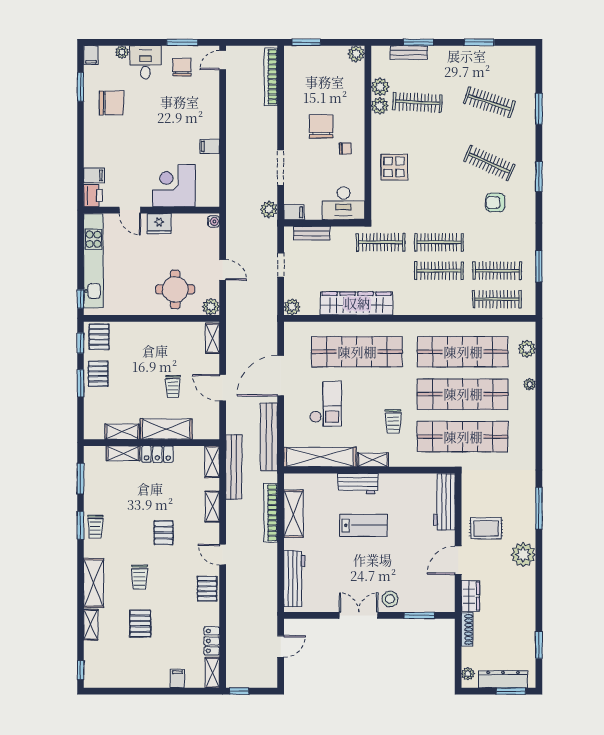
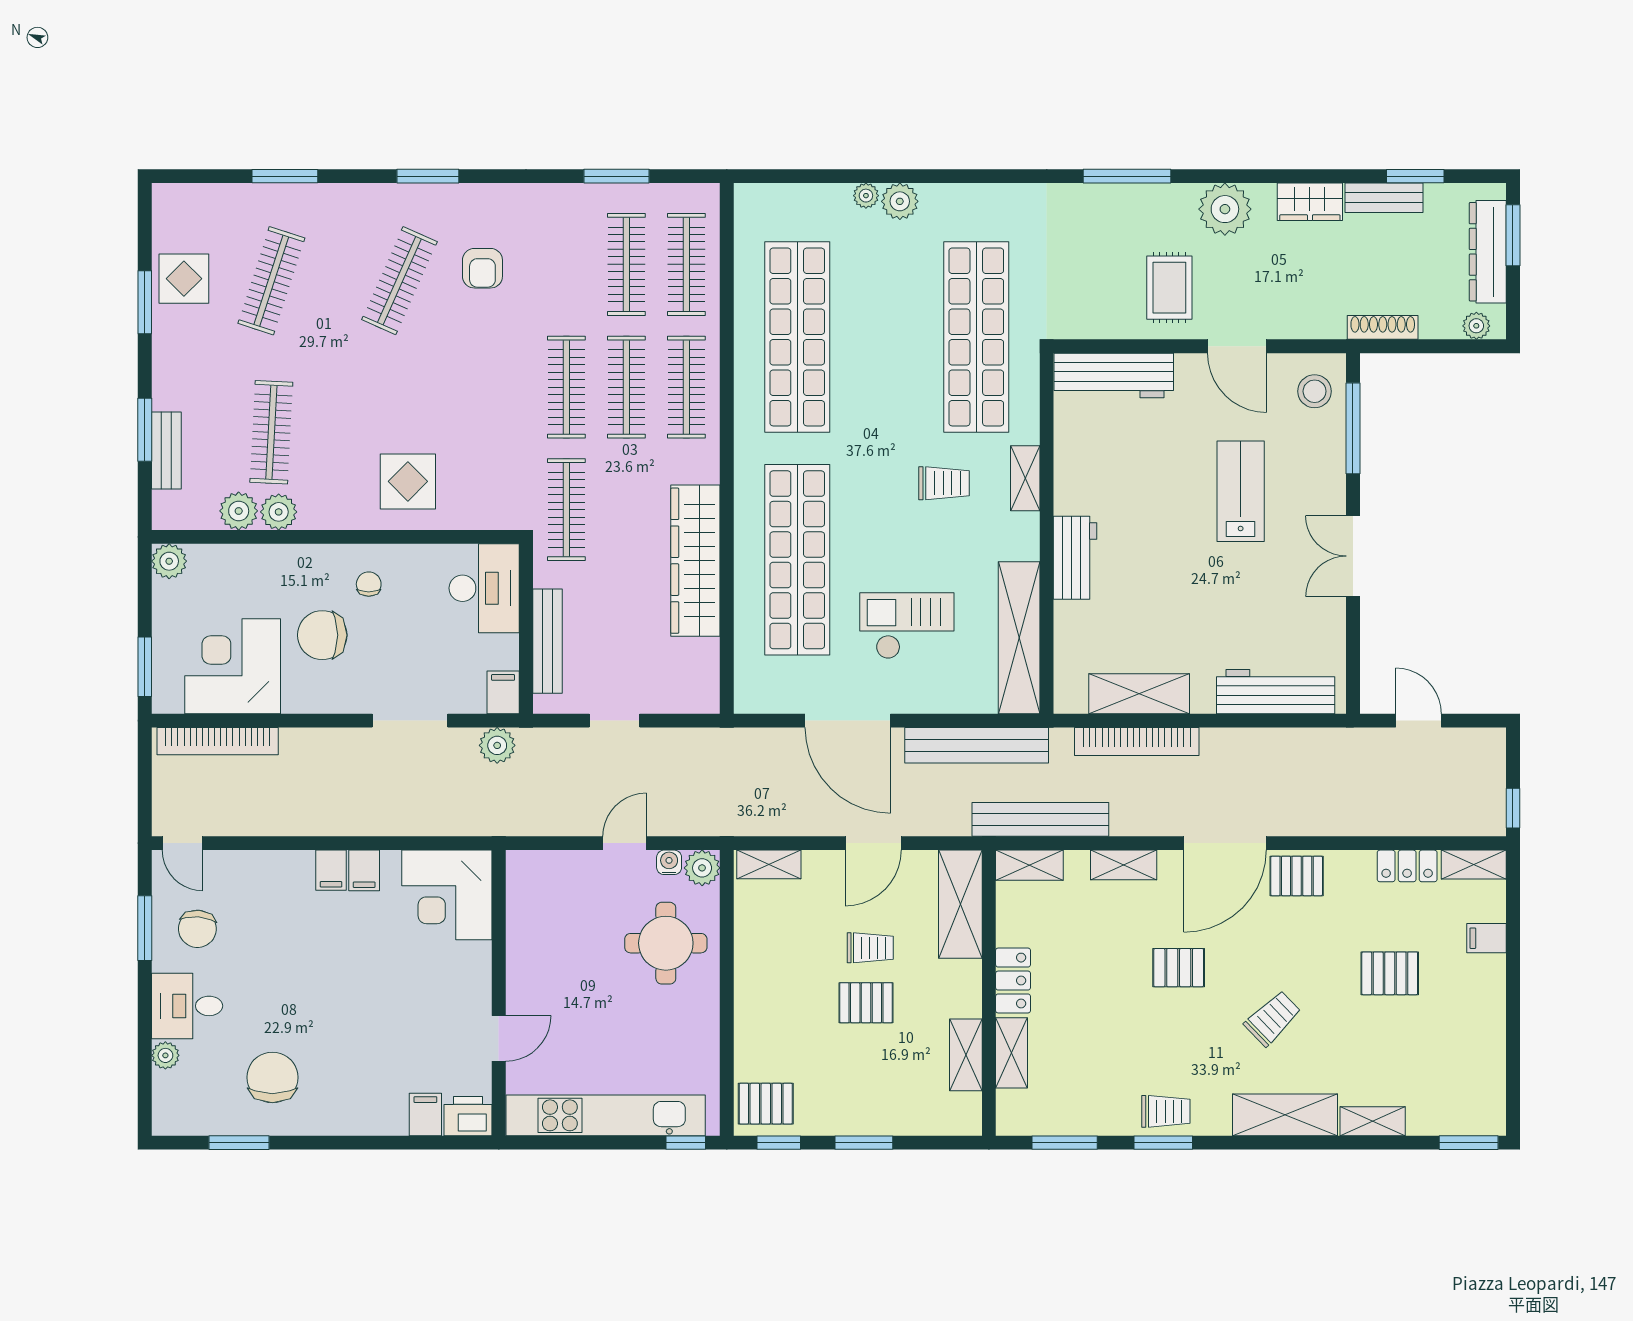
filing cabinet: (91, 55) -> (331, 870), moved, turned 90
display table: (490, 61) -> (184, 279), added
chair: (182, 67) -> (197, 929), turned -85
corner desk: (306, 84) -> (233, 666), added
corner desk: (174, 186) -> (447, 895), moved
water cooler: (213, 221) -> (669, 862), moved
fridge: (159, 224) -> (527, 977), removed
bench: (312, 233) -> (547, 641), width x1.36
clothes rail: (439, 299) -> (686, 387), added
plant: (292, 307) -> (703, 696), removed
plant: (527, 349) -> (900, 201), moved
pallet: (98, 374) -> (866, 1003), moved
shop shelf: (463, 394) -> (887, 337), removed
shelving: (166, 429) -> (960, 904), moved
shelving: (373, 460) -> (1025, 478), moved
lab bench: (364, 525) -> (1241, 491), moved
door: (223, 555) -> (1225, 843), width x1.87
trolley: (139, 577) -> (1273, 1018), turned -44
wardrobe: (470, 596) -> (1310, 202), moved, turned 180
stool: (390, 599) -> (1315, 391), moved
window: (419, 615) -> (1353, 428), width x1.44
pallet: (140, 624) -> (1390, 973), moved
bench: (529, 630) -> (1384, 198), added
window: (80, 670) -> (1469, 1143), width x1.50

